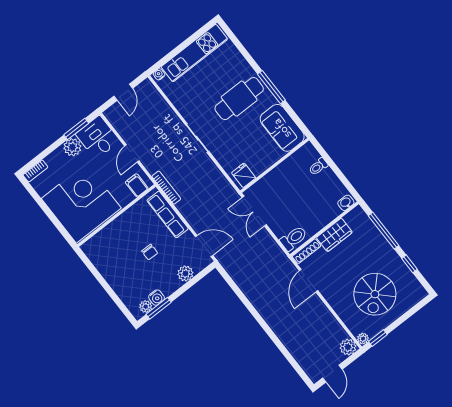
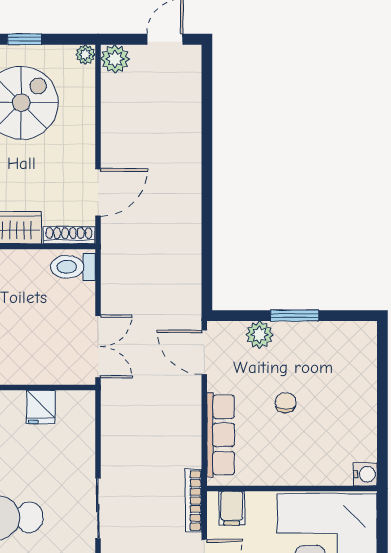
fridge: (244, 175) -> (41, 407), moved
bookcase: (166, 188) -> (194, 500), moved
water cooler: (157, 298) -> (365, 474), moved, turned 90
plant: (146, 307) -> (350, 332), removed
window: (159, 308) -> (295, 316), moved
window: (378, 338) -> (25, 39), moved

